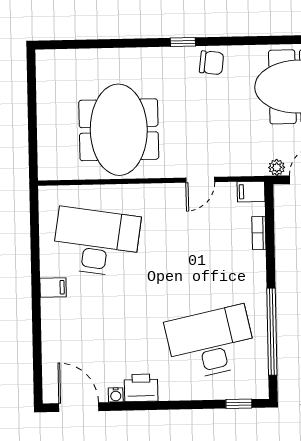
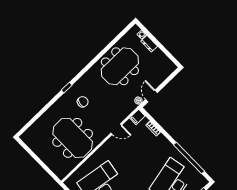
chair: (212, 63) -> (83, 102), moved
door: (200, 180) -> (116, 129), hinge flipped

